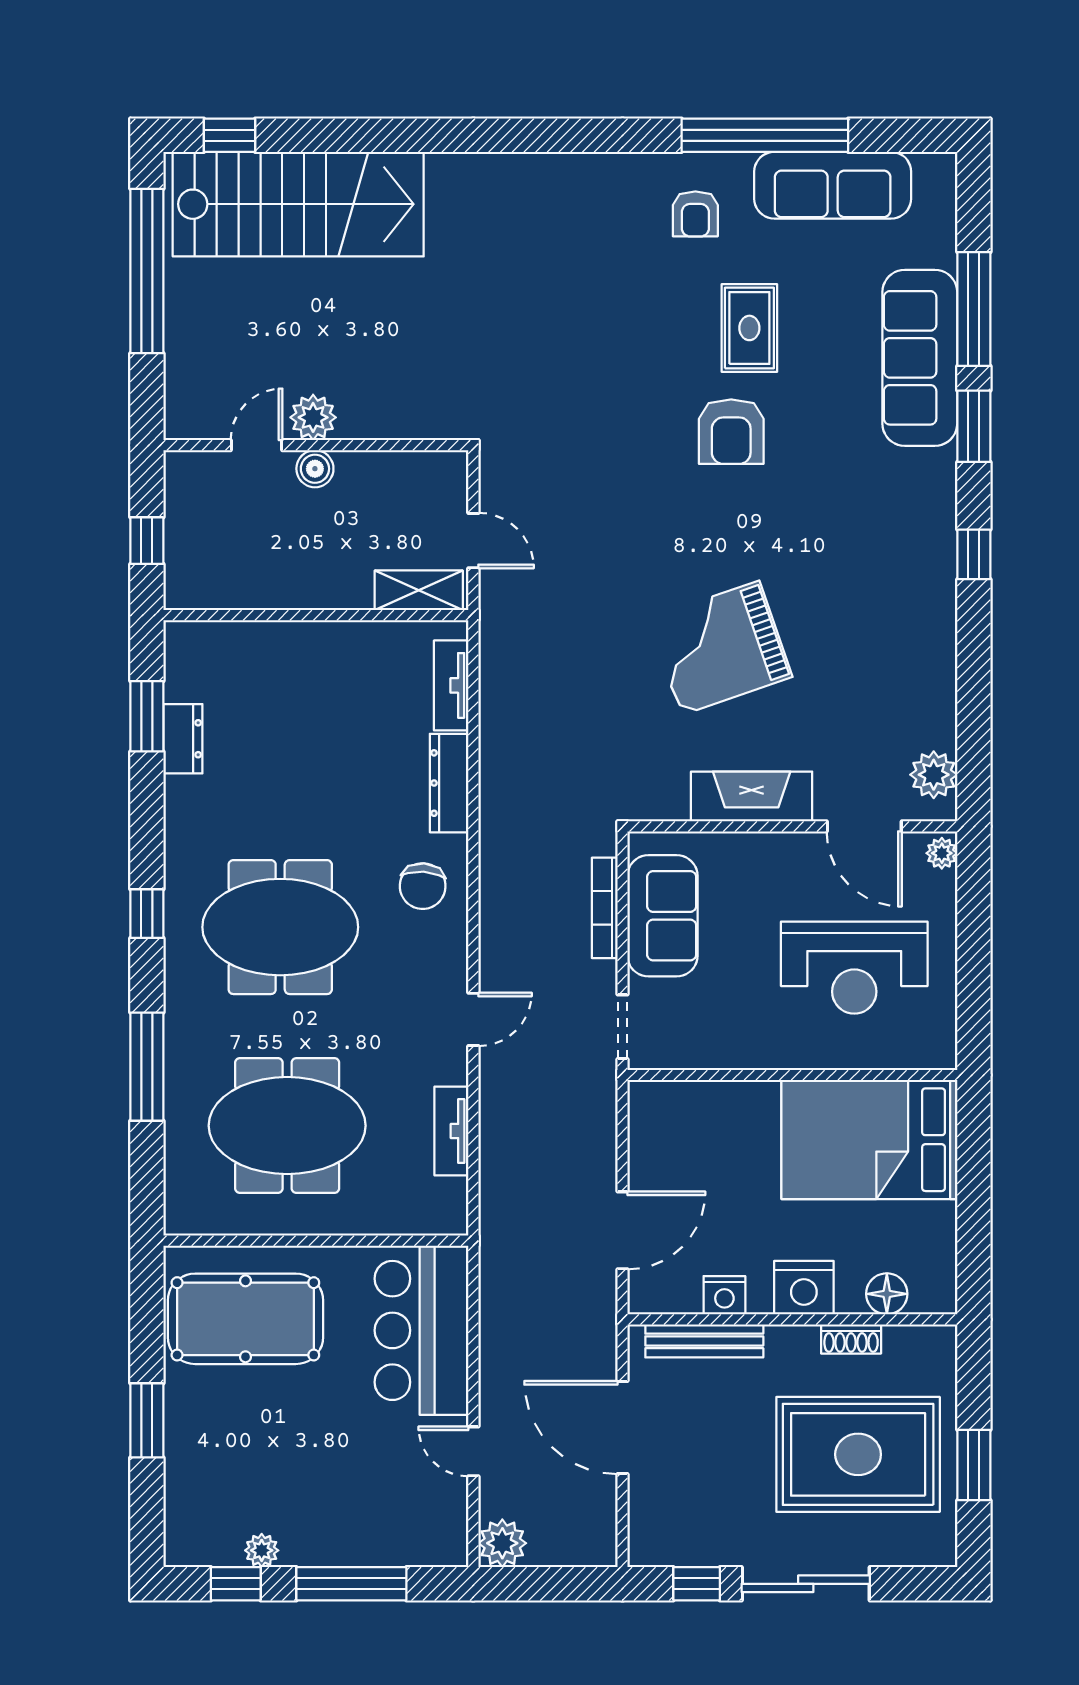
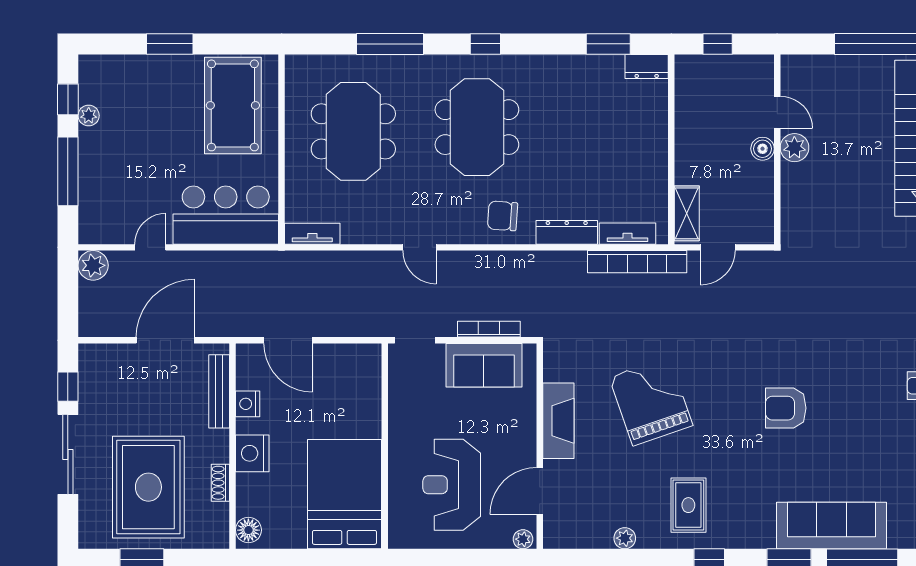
rug: (749, 328) -> (688, 505), moved, turned 90
bookcase: (496, 670) -> (637, 262), added
dresser: (183, 739) -> (647, 66), moved
plant: (934, 775) -> (625, 538), moved, width x0.73, depth x0.73
tv unit: (451, 1131) -> (312, 234), moved
floor lamp: (887, 1294) -> (248, 530), moved

